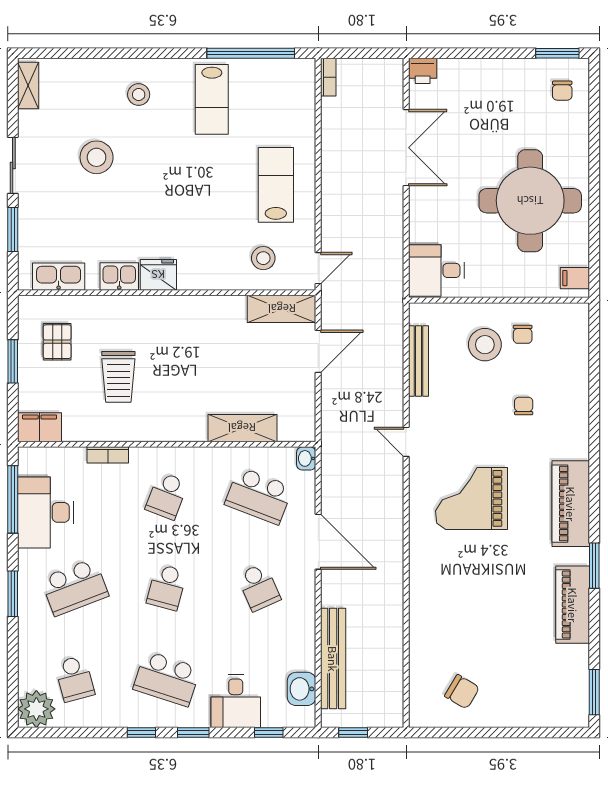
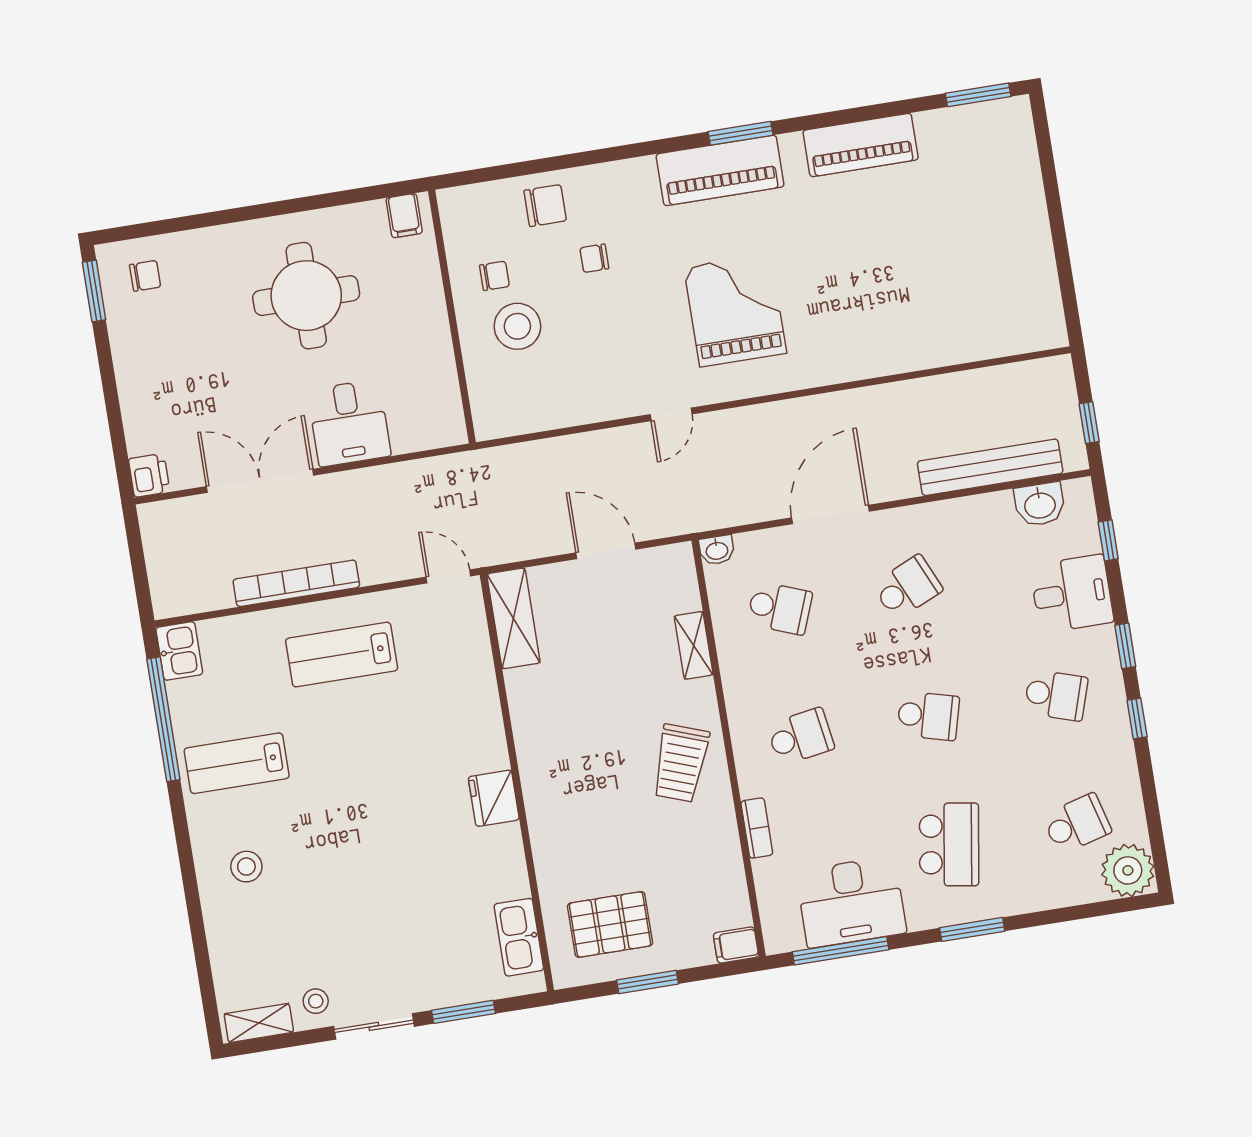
bookcase: (328, 77) -> (296, 583), moved, width x2.31, depth x1.31
lab bench: (212, 99) -> (237, 763), turned 180
stool: (97, 157) -> (316, 1001), moved, width x0.53, depth x0.53
round table: (530, 201) -> (306, 296), width x0.73, depth x0.73
stool: (263, 258) -> (447, 655), removed
desk: (436, 270) -> (349, 423), moved
kitchen sink: (119, 276) -> (179, 651), moved, turned 180
pallet: (57, 342) -> (610, 924), width x1.50, depth x1.42
door: (318, 351) -> (606, 551), moved
bench: (419, 361) -> (555, 415), removed
trolley: (118, 377) -> (681, 763), moved, turned 110
filing cabinet: (40, 427) -> (736, 945), width x0.50
shelving: (242, 428) -> (694, 645), width x0.67, depth x0.75
school desk: (167, 496) -> (800, 737), turned -30
school desk: (259, 496) -> (780, 608), width x0.54
grand piano: (471, 498) -> (735, 310), turned 180
window: (594, 566) -> (741, 133), moved
school desk: (75, 587) -> (949, 844), turned 30
school desk: (167, 679) -> (1056, 695), width x0.54
chair: (462, 692) -> (545, 206), moved, turned 59

